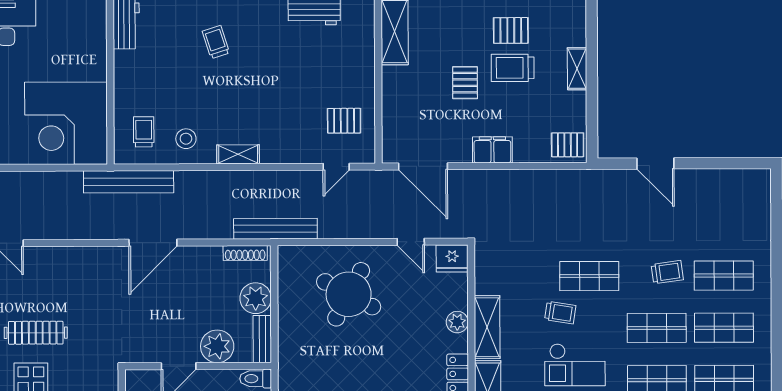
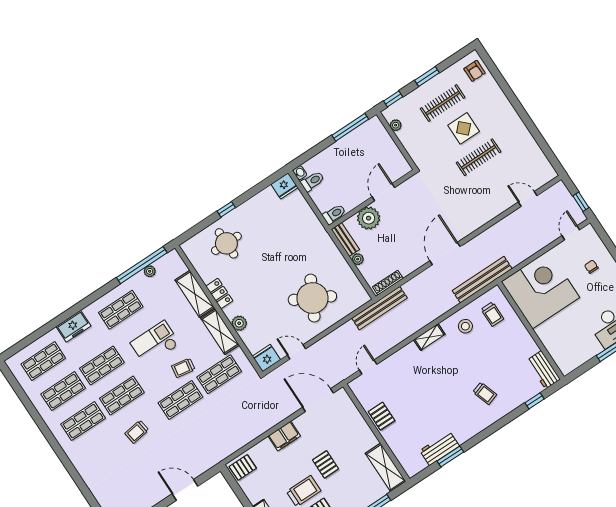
pallet: (344, 121) -> (382, 416), moved, turned 90
shop shelf: (724, 276) -> (219, 374), moved
plant: (256, 298) -> (358, 259), width x0.53, depth x0.53

